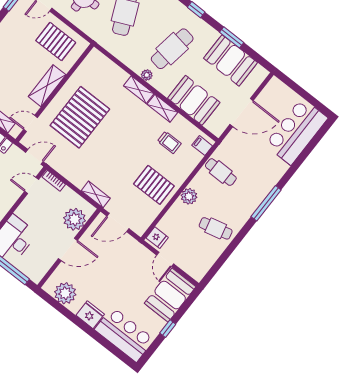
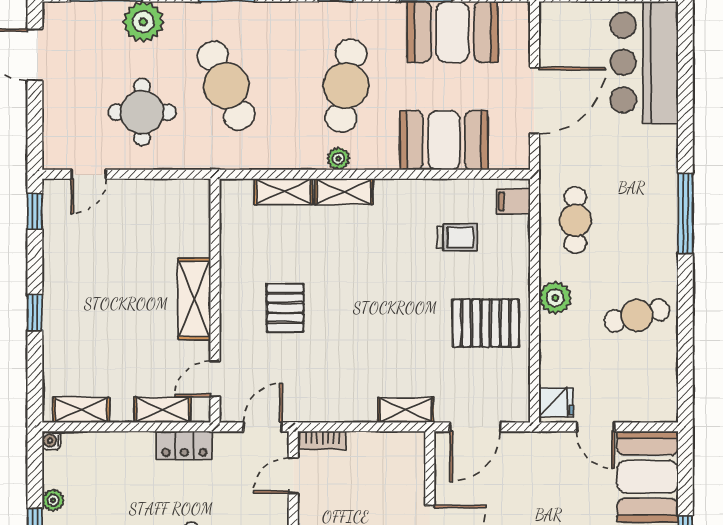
pallet: (56, 42) -> (153, 218), removed
shelving: (162, 108) -> (283, 192), moved
pallet: (80, 117) -> (285, 308), width x0.49, depth x0.50
cafe table: (221, 172) -> (575, 220), turned 90
plant: (75, 219) -> (403, 476), removed

